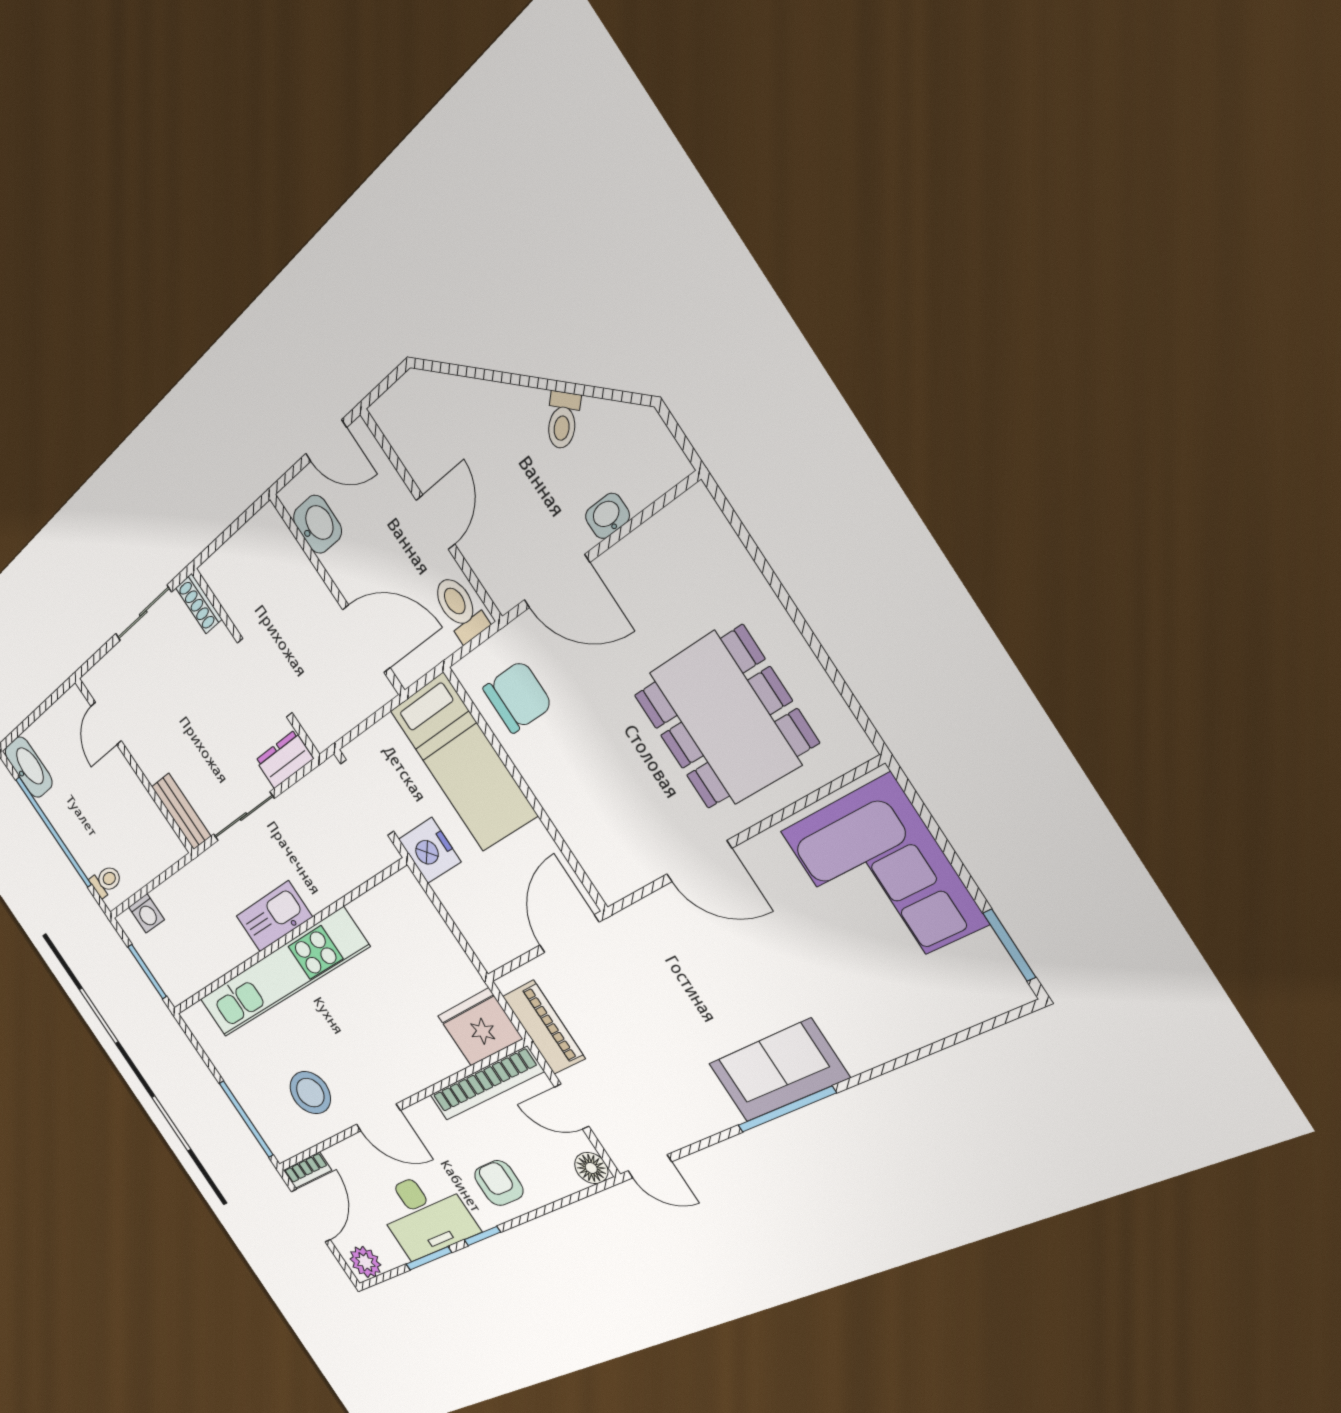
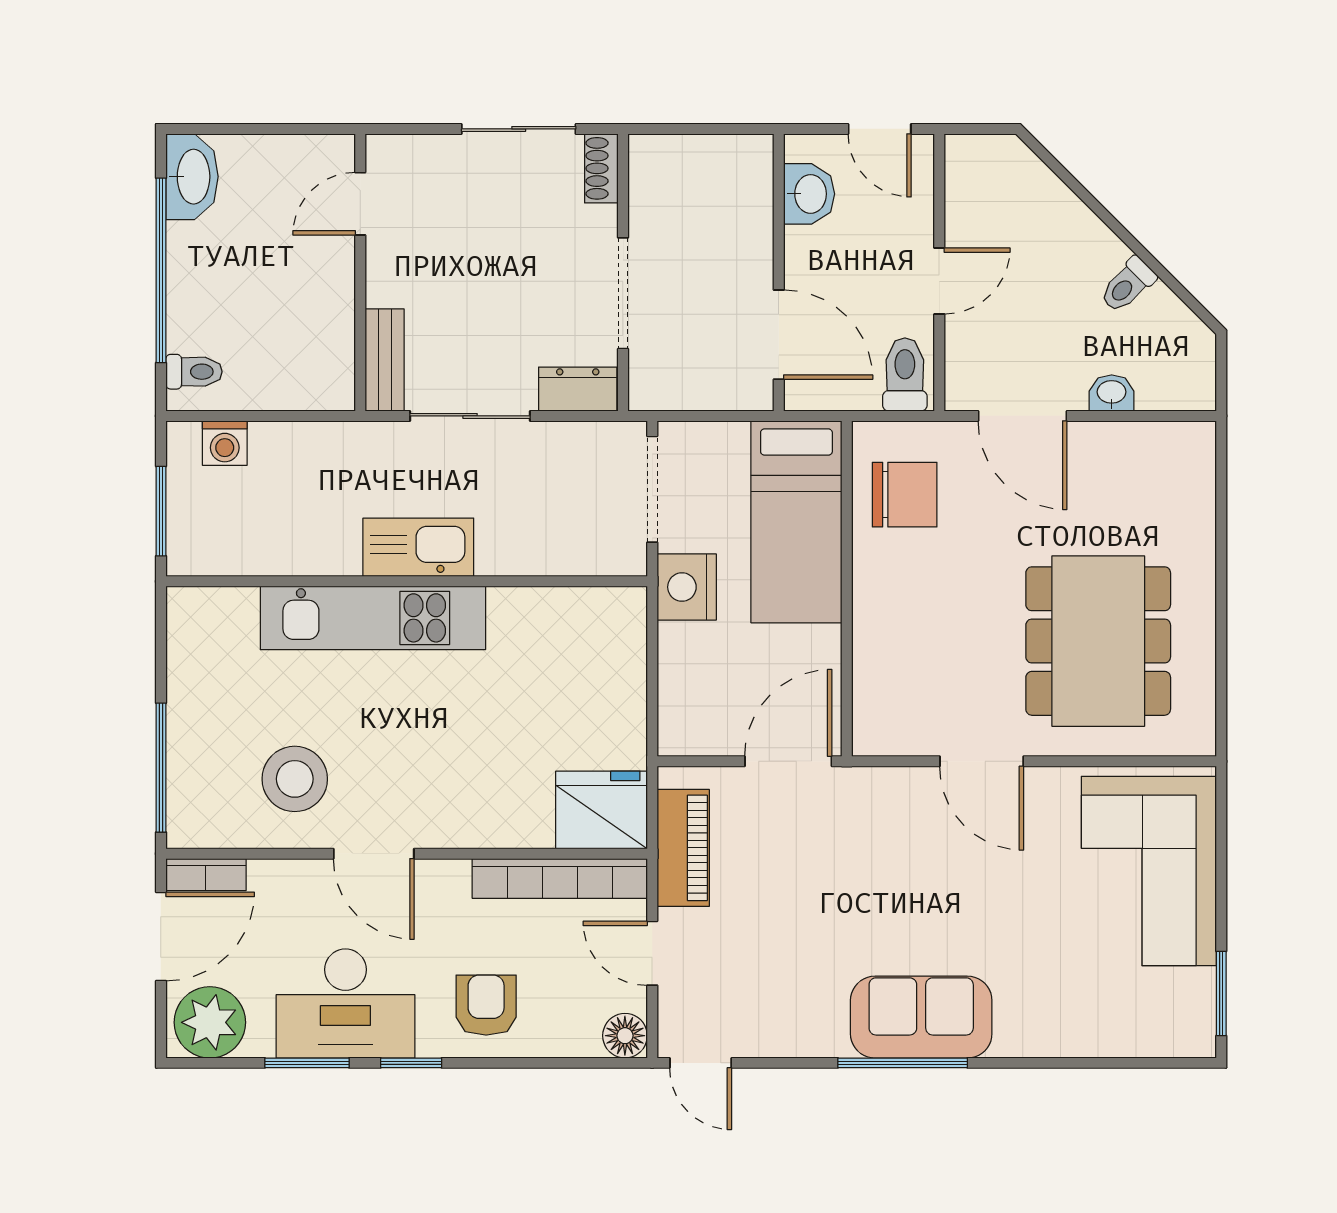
kitchen unit: (282, 974) -> (373, 618), width x0.73
plant: (365, 1262) -> (210, 1022), width x1.36, depth x1.36

